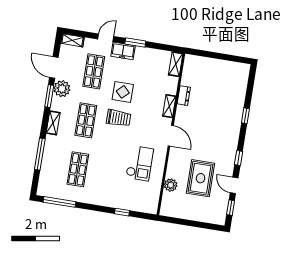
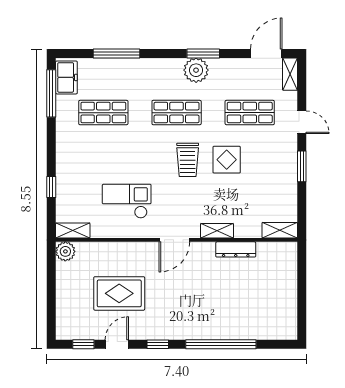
freezer: (123, 51) -> (66, 77), moved, turned 180
door: (54, 67) -> (266, 53), moved
plant: (62, 89) -> (196, 70), moved
dresser: (184, 96) -> (236, 249), width x1.44
window: (245, 116) -> (221, 344), width x3.17
shelving: (53, 123) -> (73, 231), moved
checkout: (140, 163) -> (127, 201), turned 180
plant: (171, 185) -> (65, 251), moved

